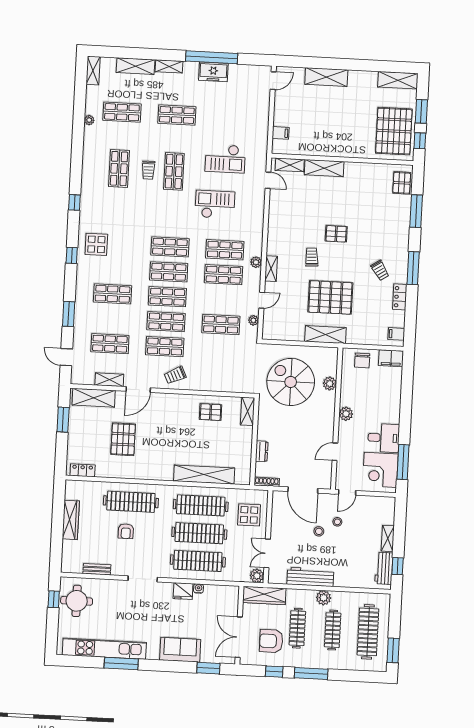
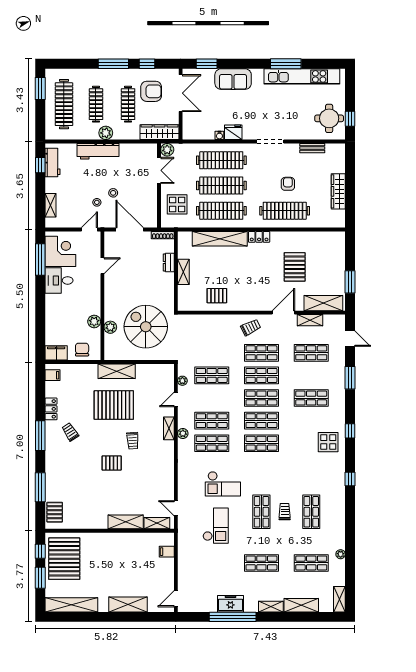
shelving: (398, 80) -> (71, 605), width x1.47
checkout: (225, 159) -> (216, 526), turned 90
spiral stairs: (291, 382) -> (146, 327), turned 180
shelving: (248, 411) -> (183, 272), moved
plant: (346, 414) -> (94, 321), moved
locker: (83, 470) -> (259, 237), moved
shelving: (388, 538) -> (50, 205), moved
workbench: (310, 577) -> (98, 151), moved

